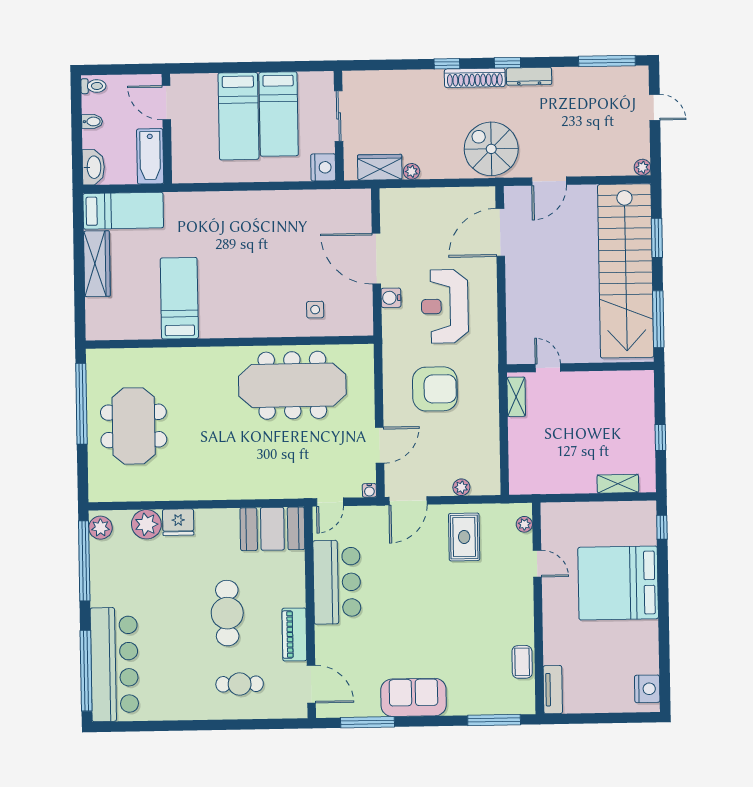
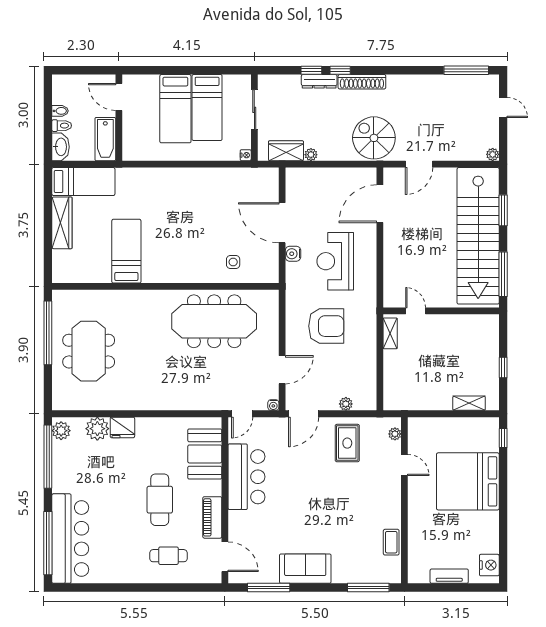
window: (507, 63) -> (311, 70), moved
dresser: (529, 76) -> (319, 81), moved
toilet: (93, 86) -> (62, 126), moved
nightstand: (323, 167) -> (246, 155), width x0.53, depth x0.56
booth: (272, 529) -> (205, 454), moved, turned 90
tv unit: (553, 690) -> (449, 576), moved, turned -90

